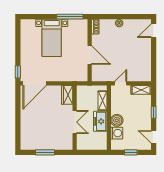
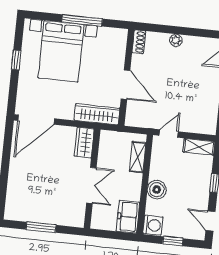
window: (70, 17) -> (82, 20), moved
bed with nightstands: (52, 38) -> (61, 51), width x1.36
window: (18, 72) -> (16, 60), moved
wardrobe: (73, 76) -> (97, 114), added
freezer: (100, 121) -> (128, 217), moved
washing machine: (117, 133) -> (153, 225), moved

